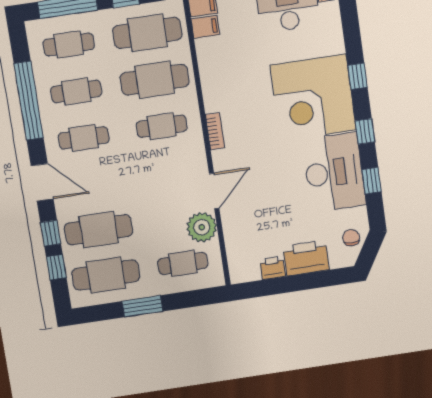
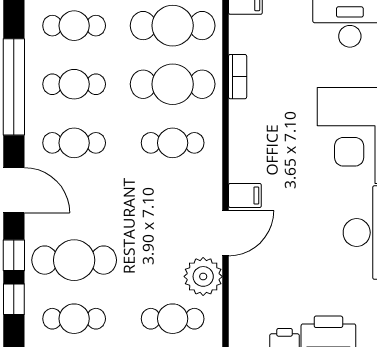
filing cabinet: (205, 27) -> (245, 195), moved
bookcase: (215, 131) -> (238, 77), moved
cafe table: (106, 275) -> (74, 319), width x0.73, depth x0.74

